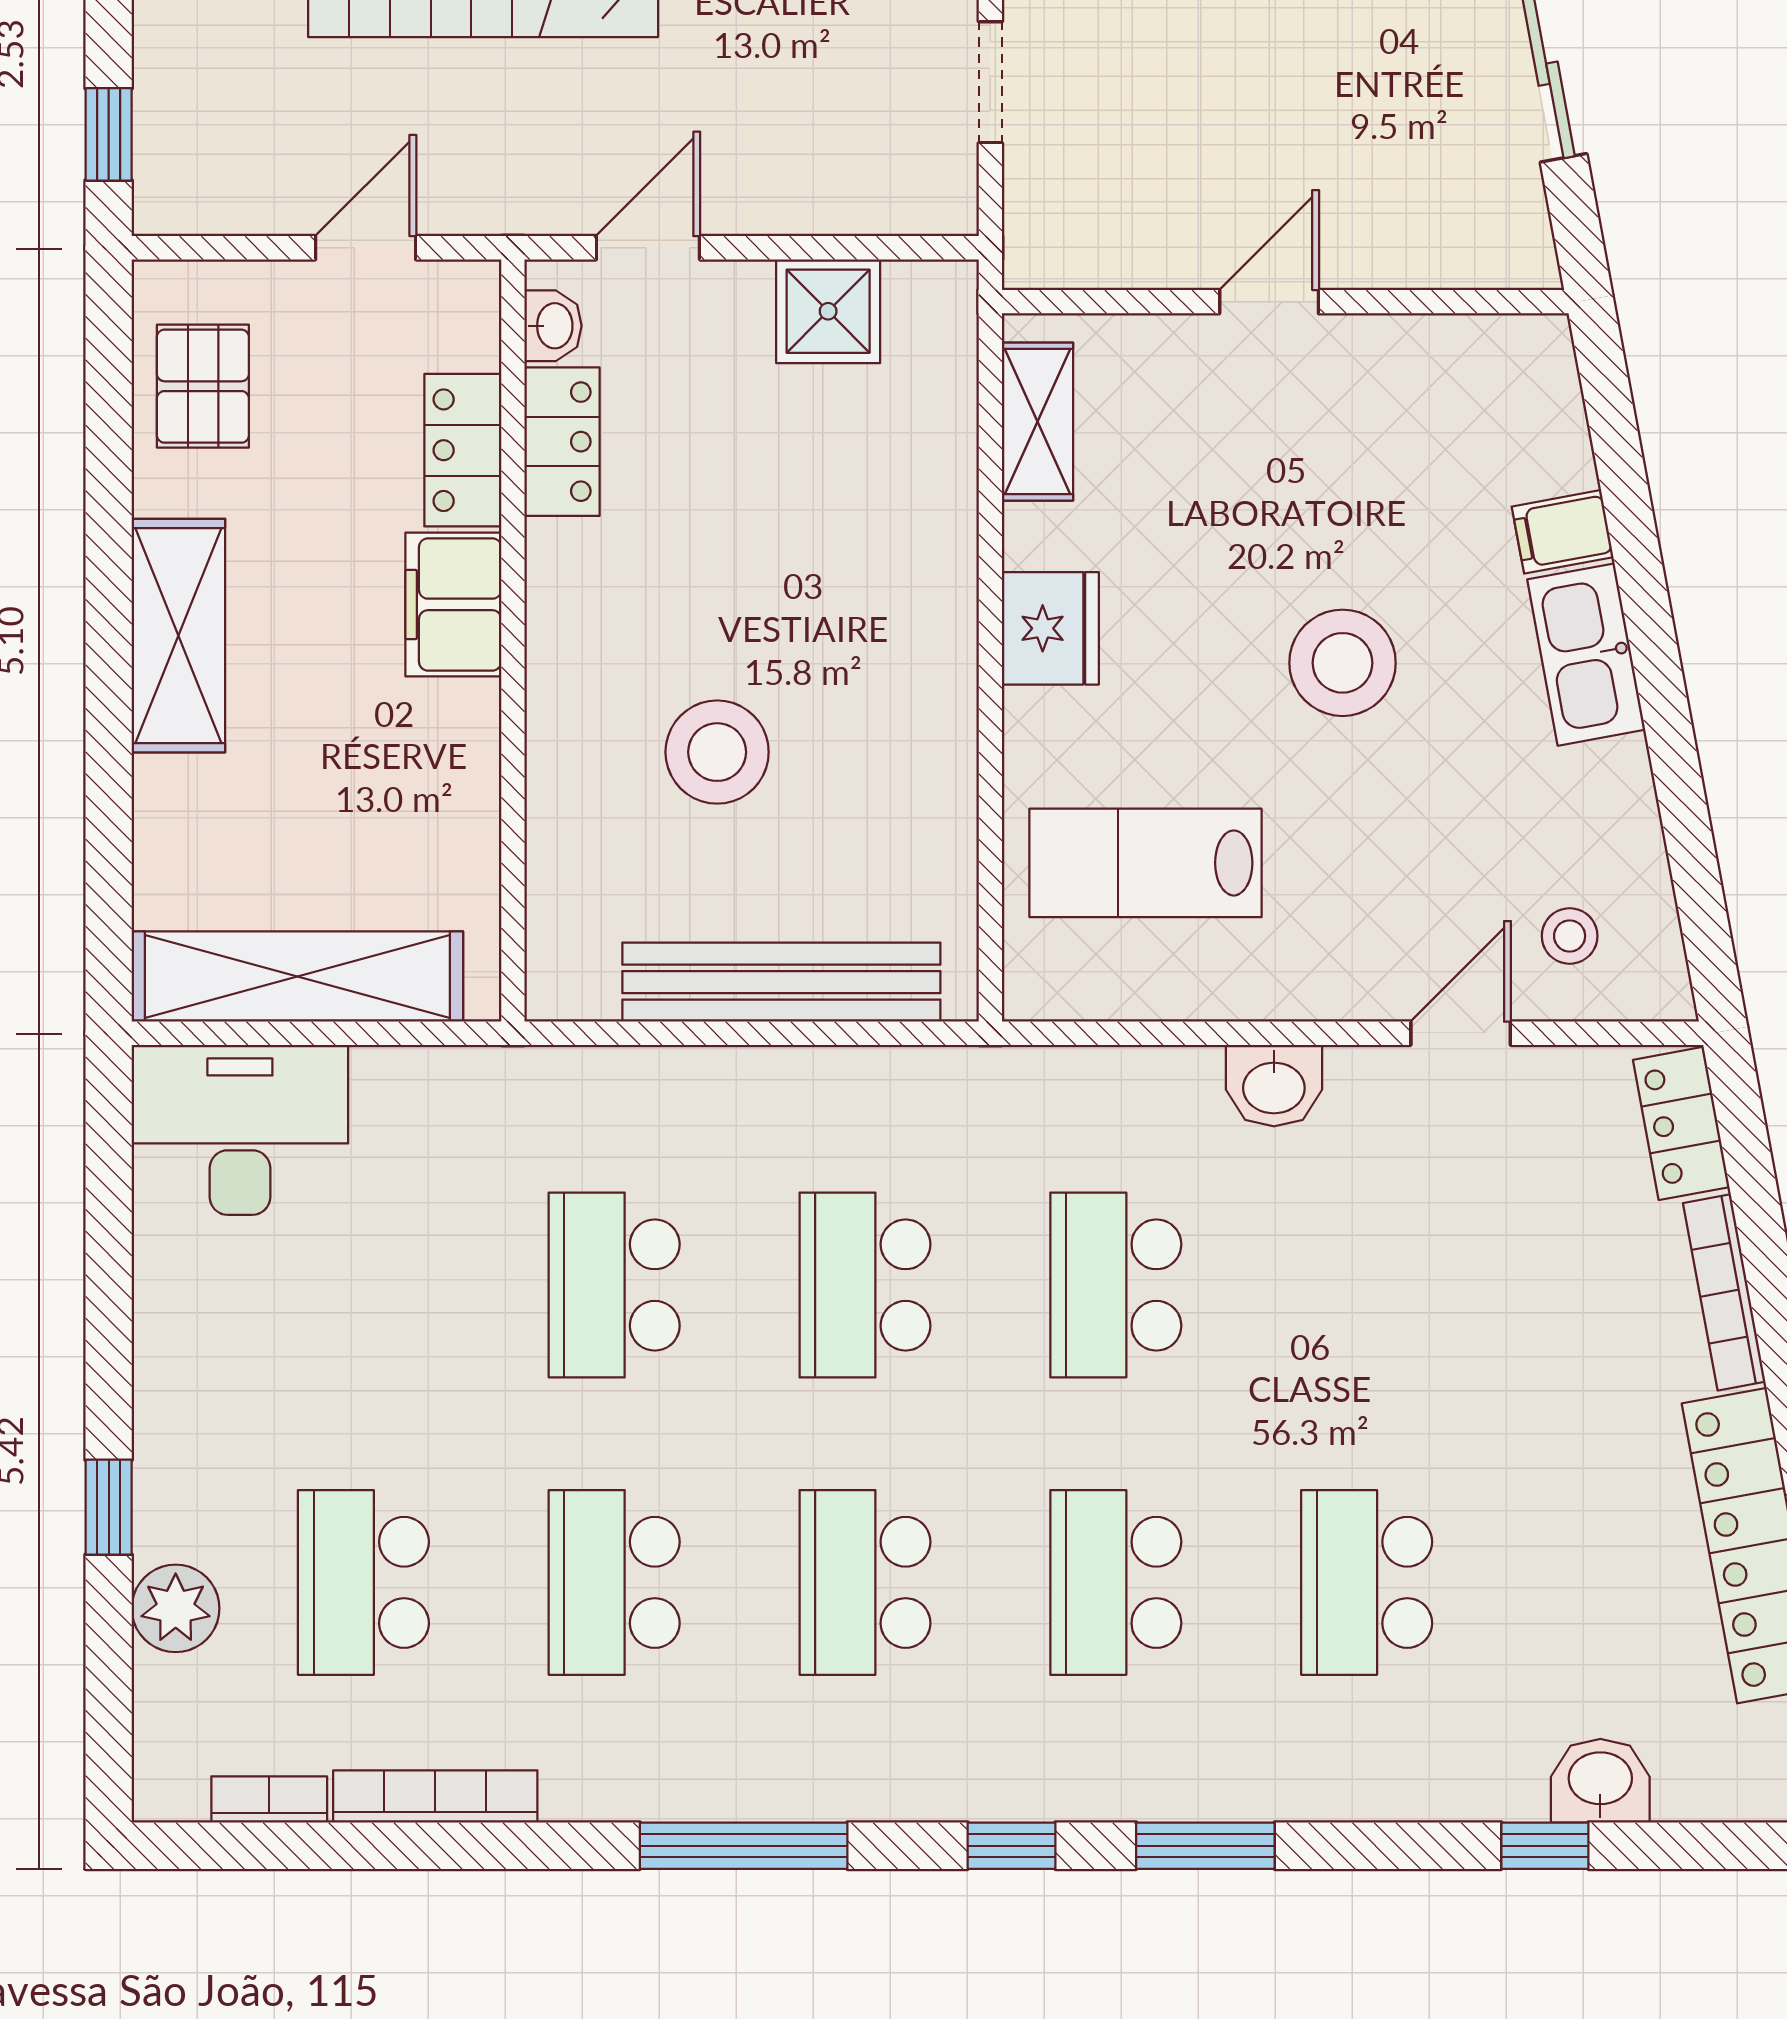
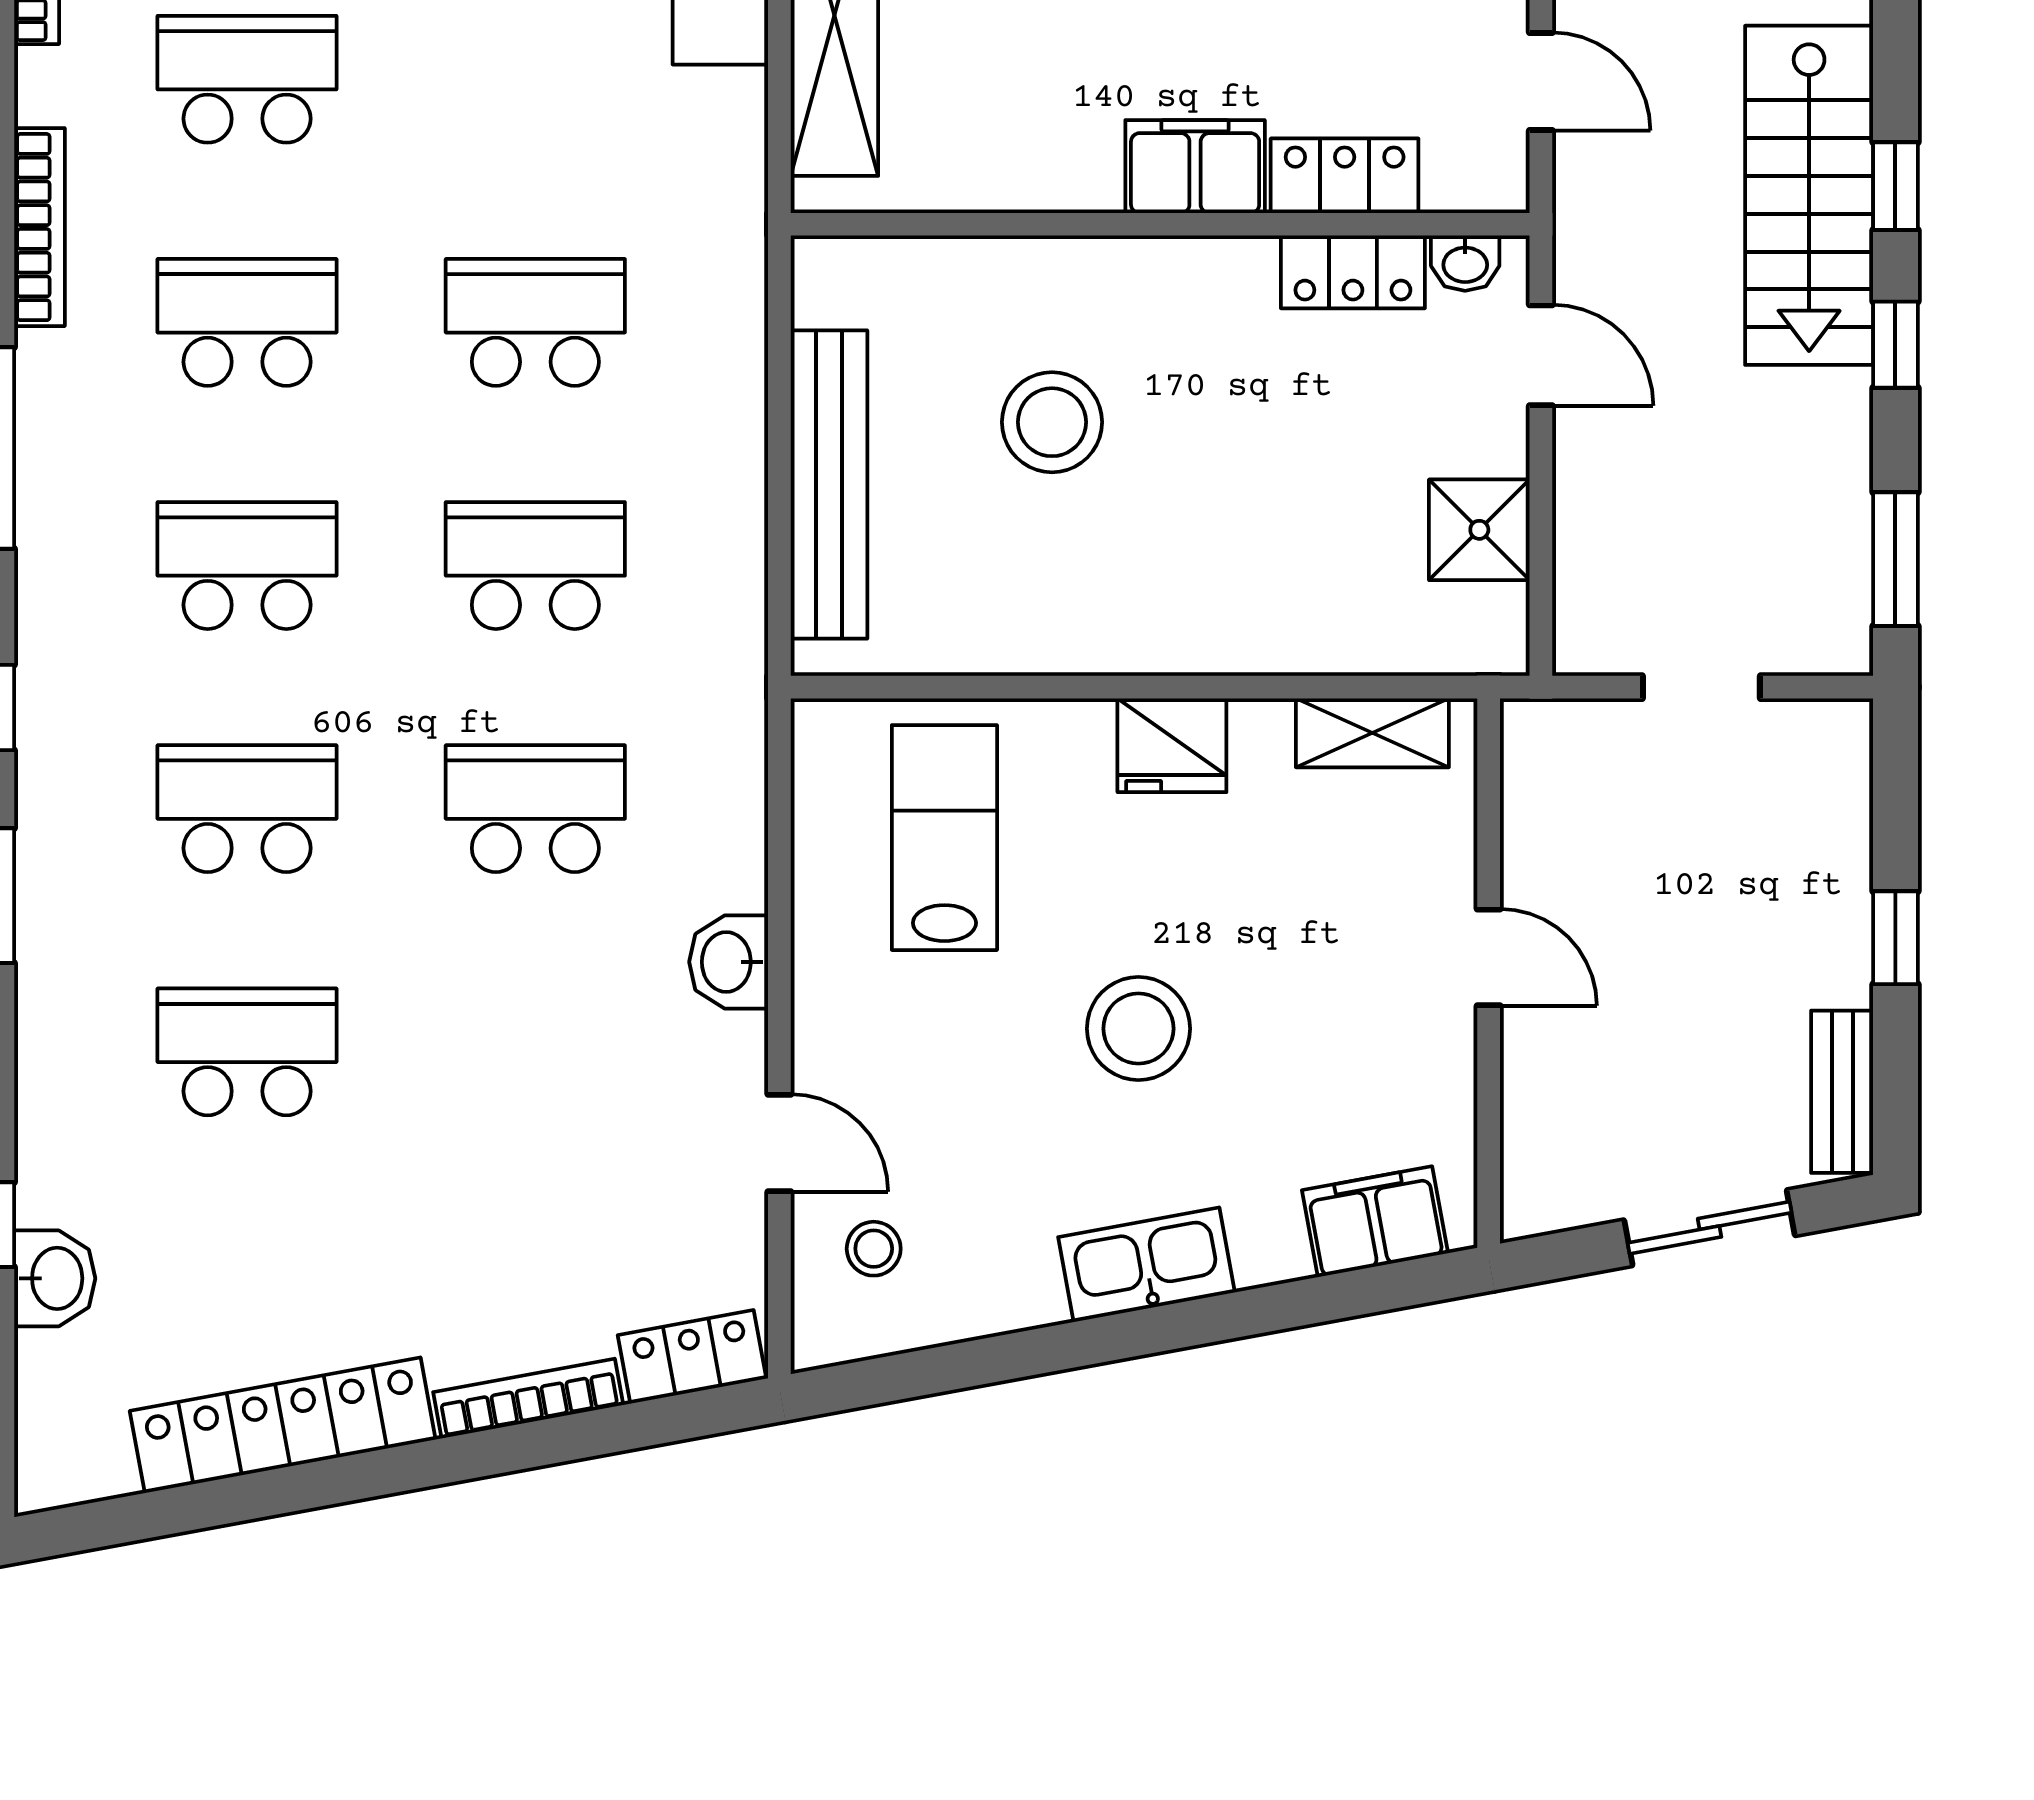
filing cabinet: (1563, 532) -> (1375, 1222), moved, width x2.00
bookcase: (435, 1796) -> (39, 227), moved

